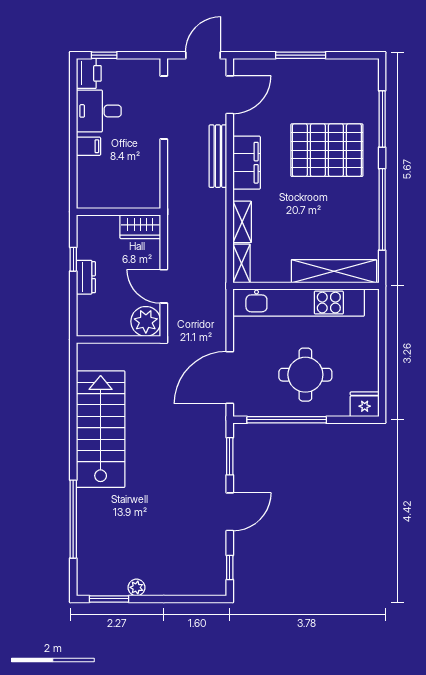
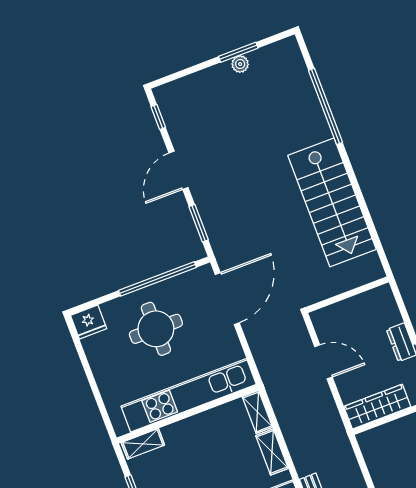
wardrobe: (140, 227) -> (377, 407), width x1.50
shelving: (334, 271) -> (143, 444), width x0.45, depth x0.75
plant: (146, 321) -> (328, 322), removed
window: (109, 599) -> (238, 52), moved

